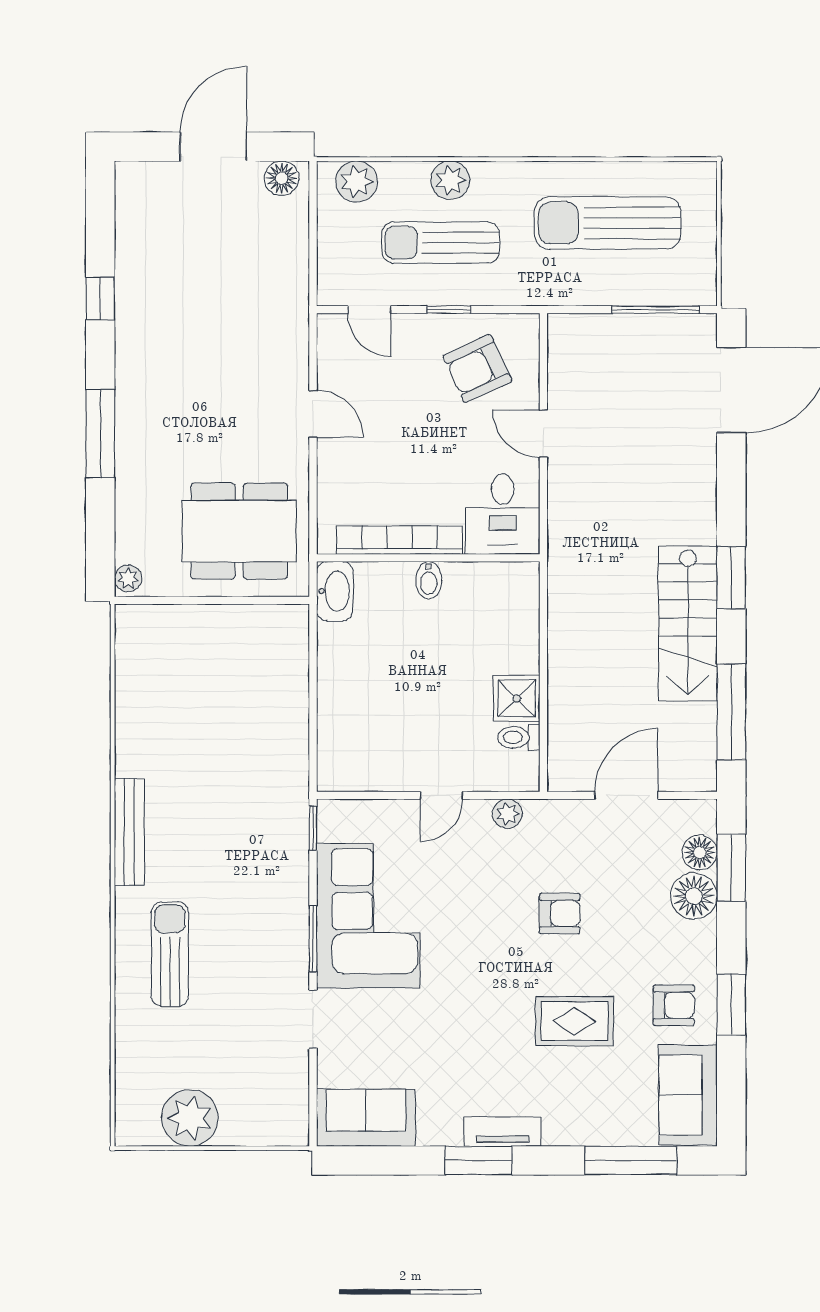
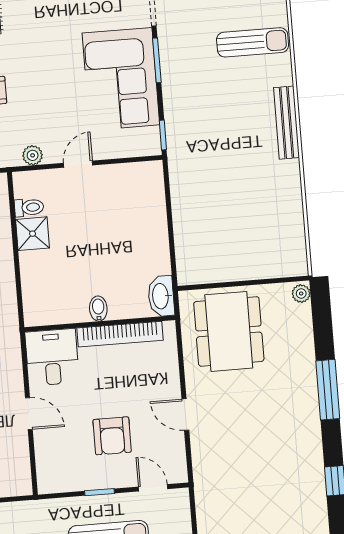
armchair: (477, 369) -> (112, 436), moved, turned 115
dining table: (239, 531) -> (229, 331), turned 90
sun lounger: (170, 954) -> (253, 42), turned -90

